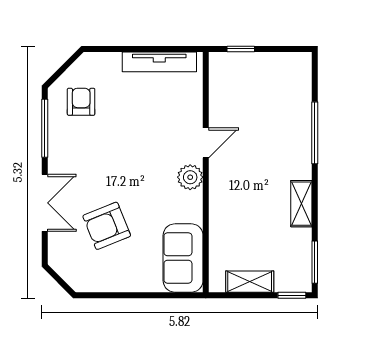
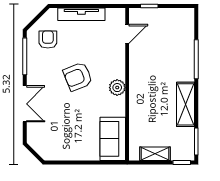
tv unit: (159, 62) -> (81, 14), moved
door: (206, 143) -> (127, 34), moved
shelving: (301, 204) -> (186, 104), width x1.50, depth x1.33
armchair: (107, 226) -> (78, 77), moved

